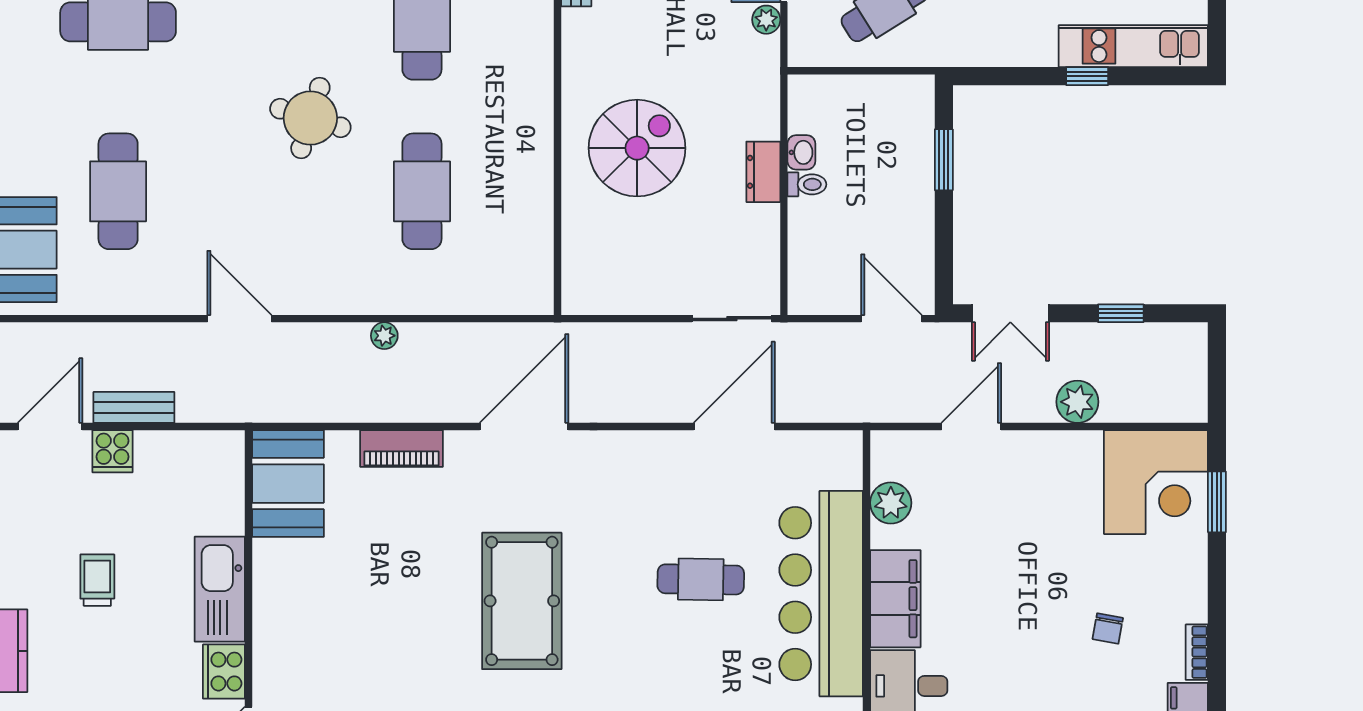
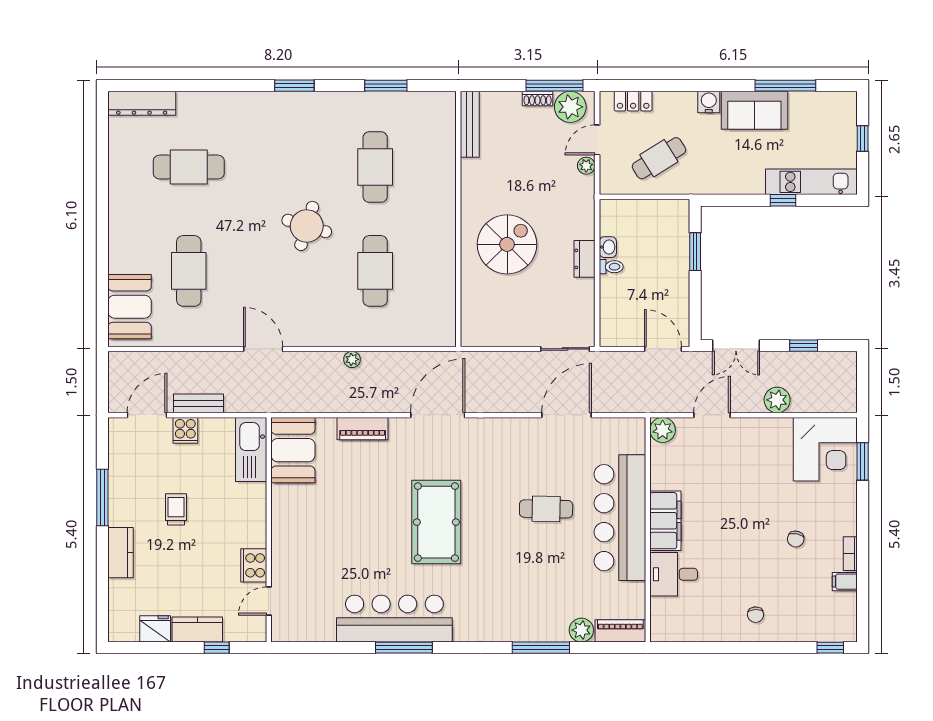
plant: (891, 503) -> (663, 430), moved
kitchen sink: (220, 589) -> (251, 449), moved

